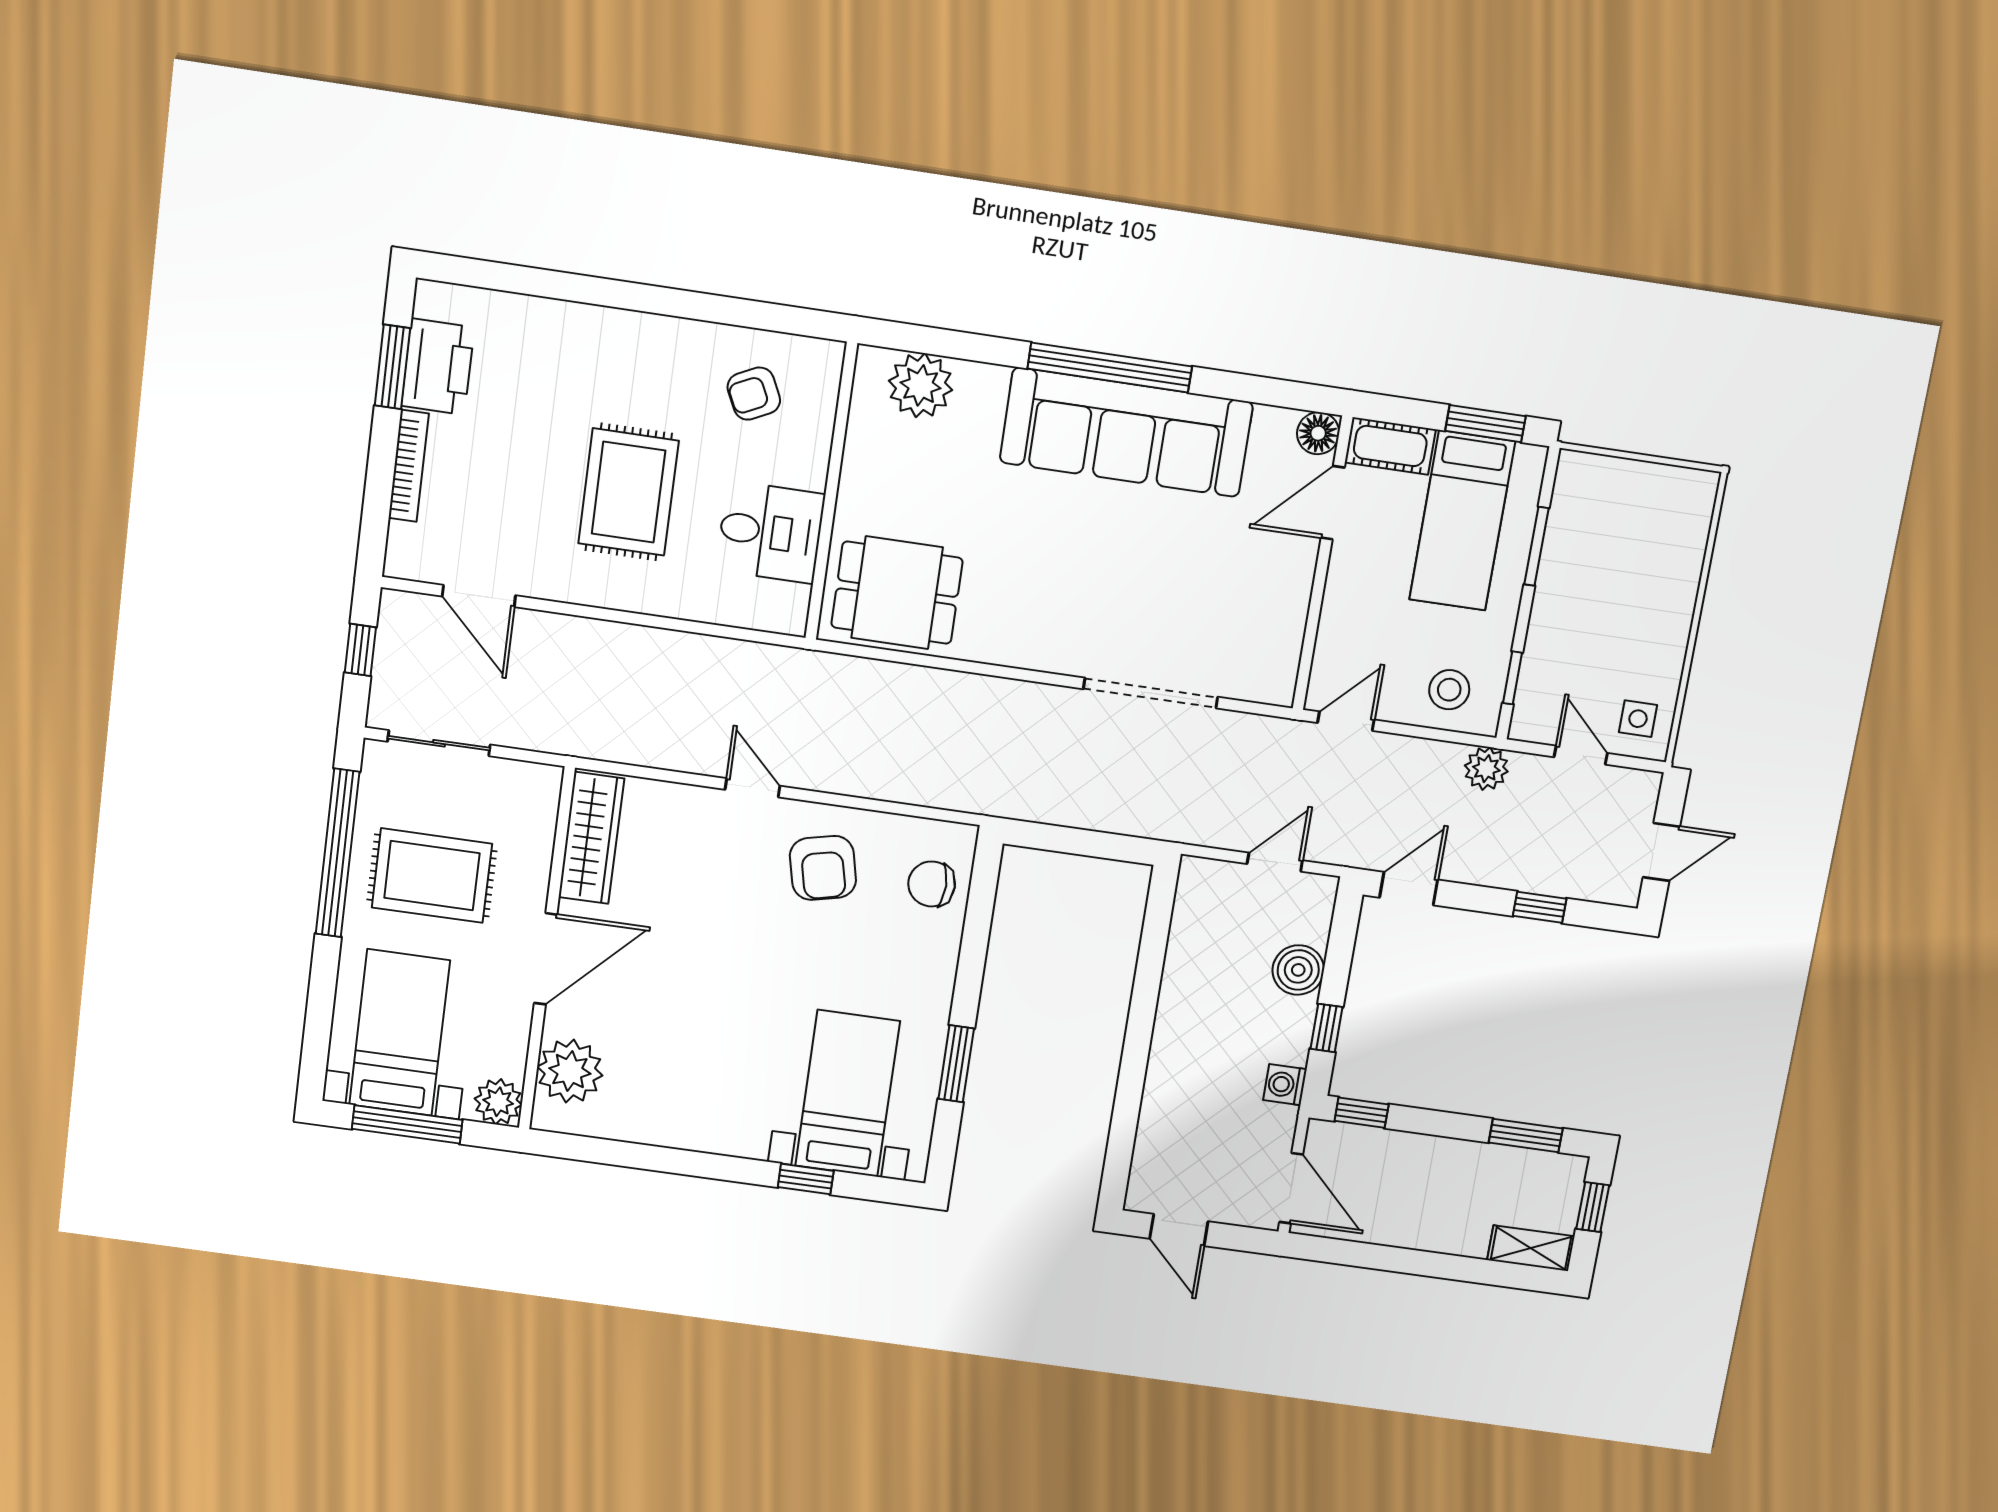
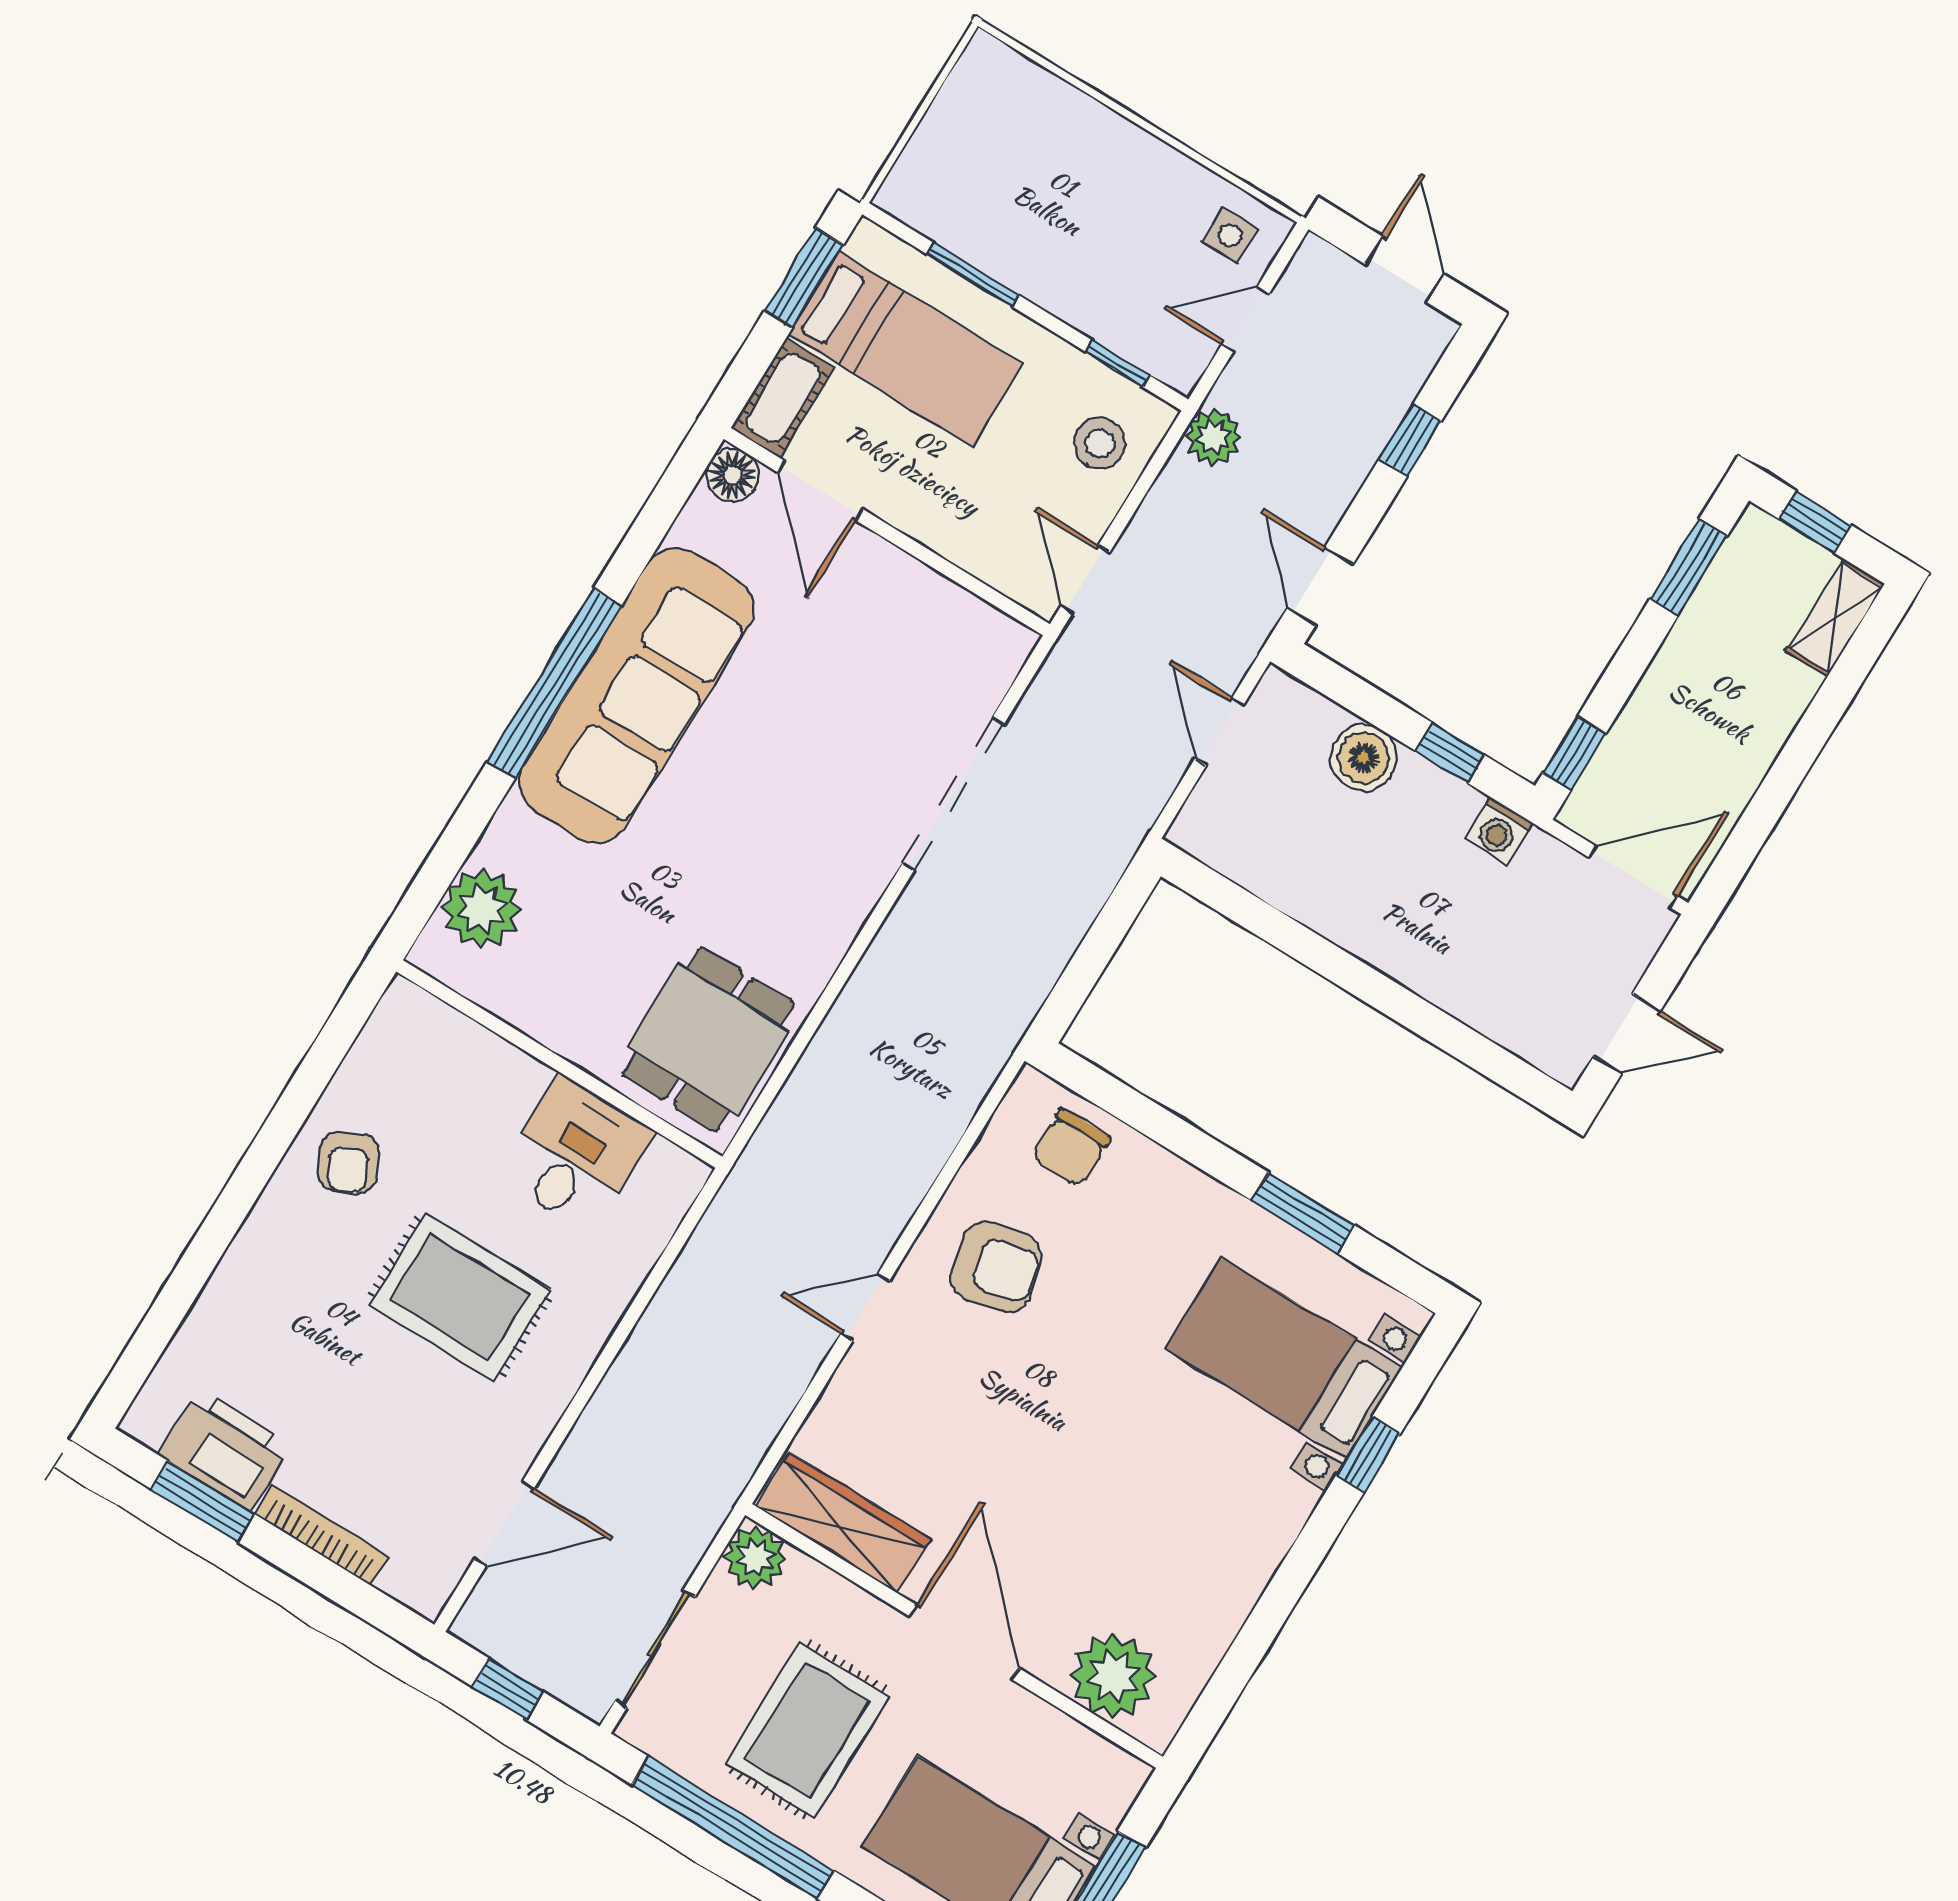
armchair: (754, 394) -> (348, 1162), moved
plant: (498, 1102) -> (755, 1558), moved

